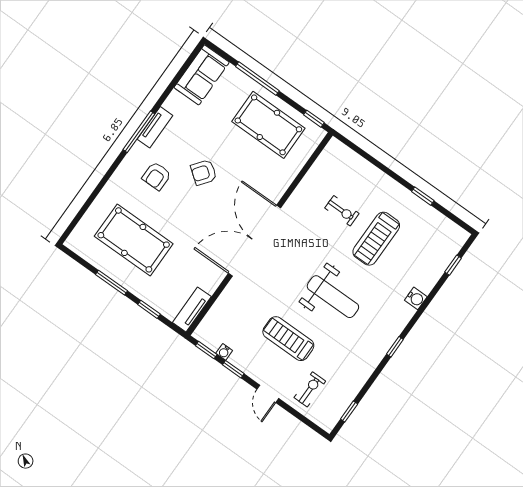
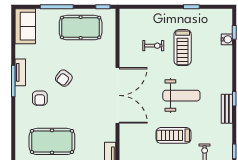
double door: (254, 241) -> (118, 95), swing flipped
water cooler: (416, 298) -> (227, 39), moved
bench: (377, 352) -> (227, 109), added

